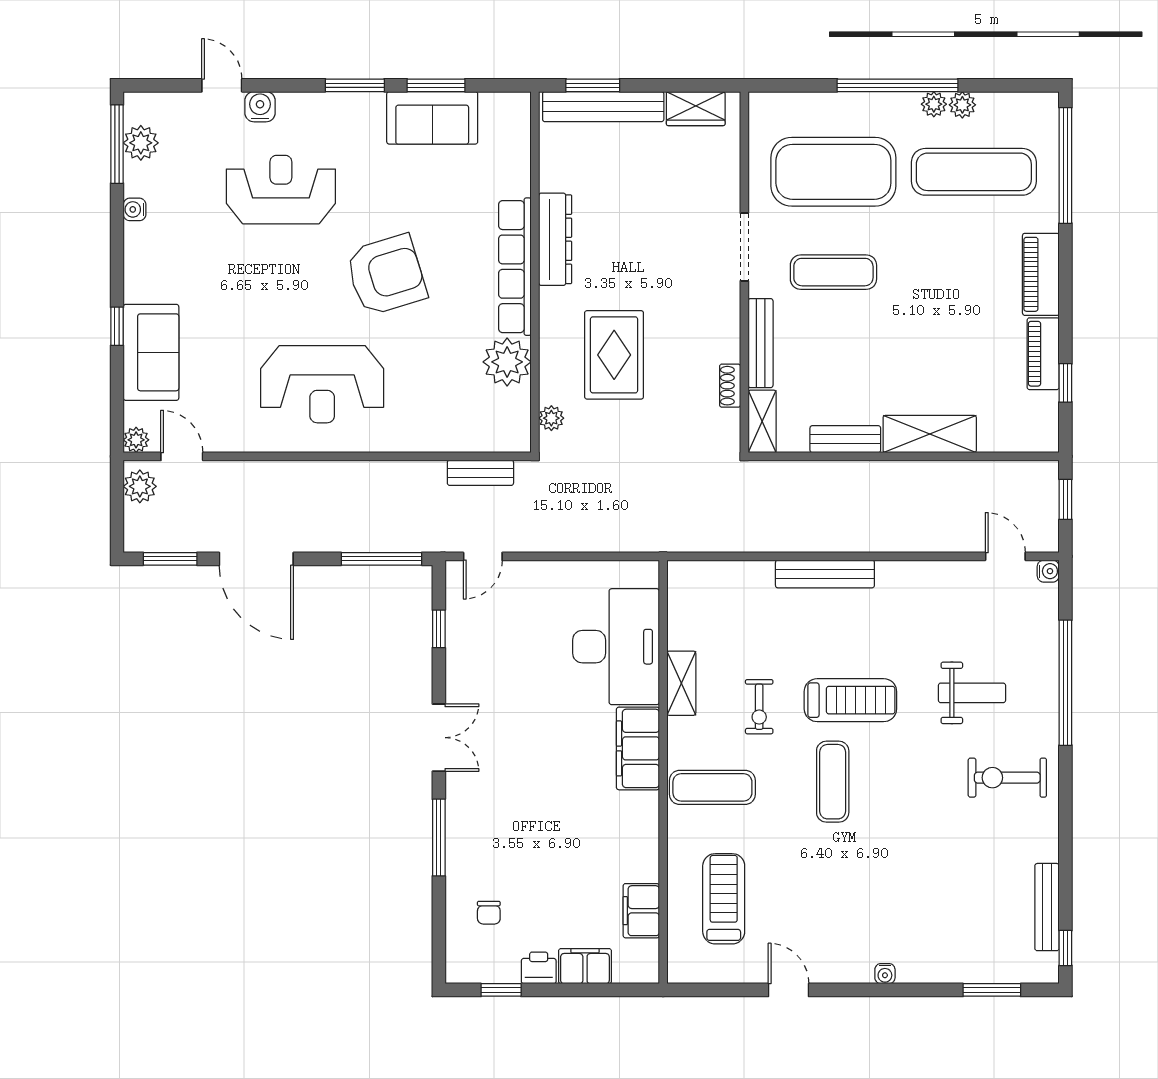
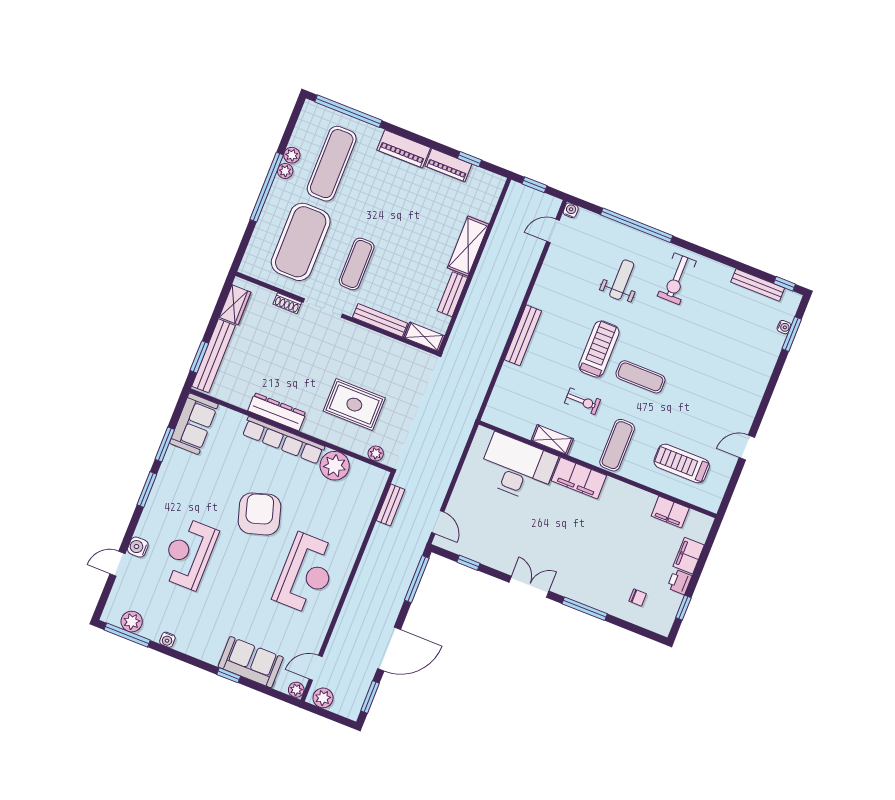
sofa: (432, 118) -> (194, 424), moved
shoe rack: (730, 386) -> (287, 303), moved
water cooler: (885, 974) -> (784, 327), moved

